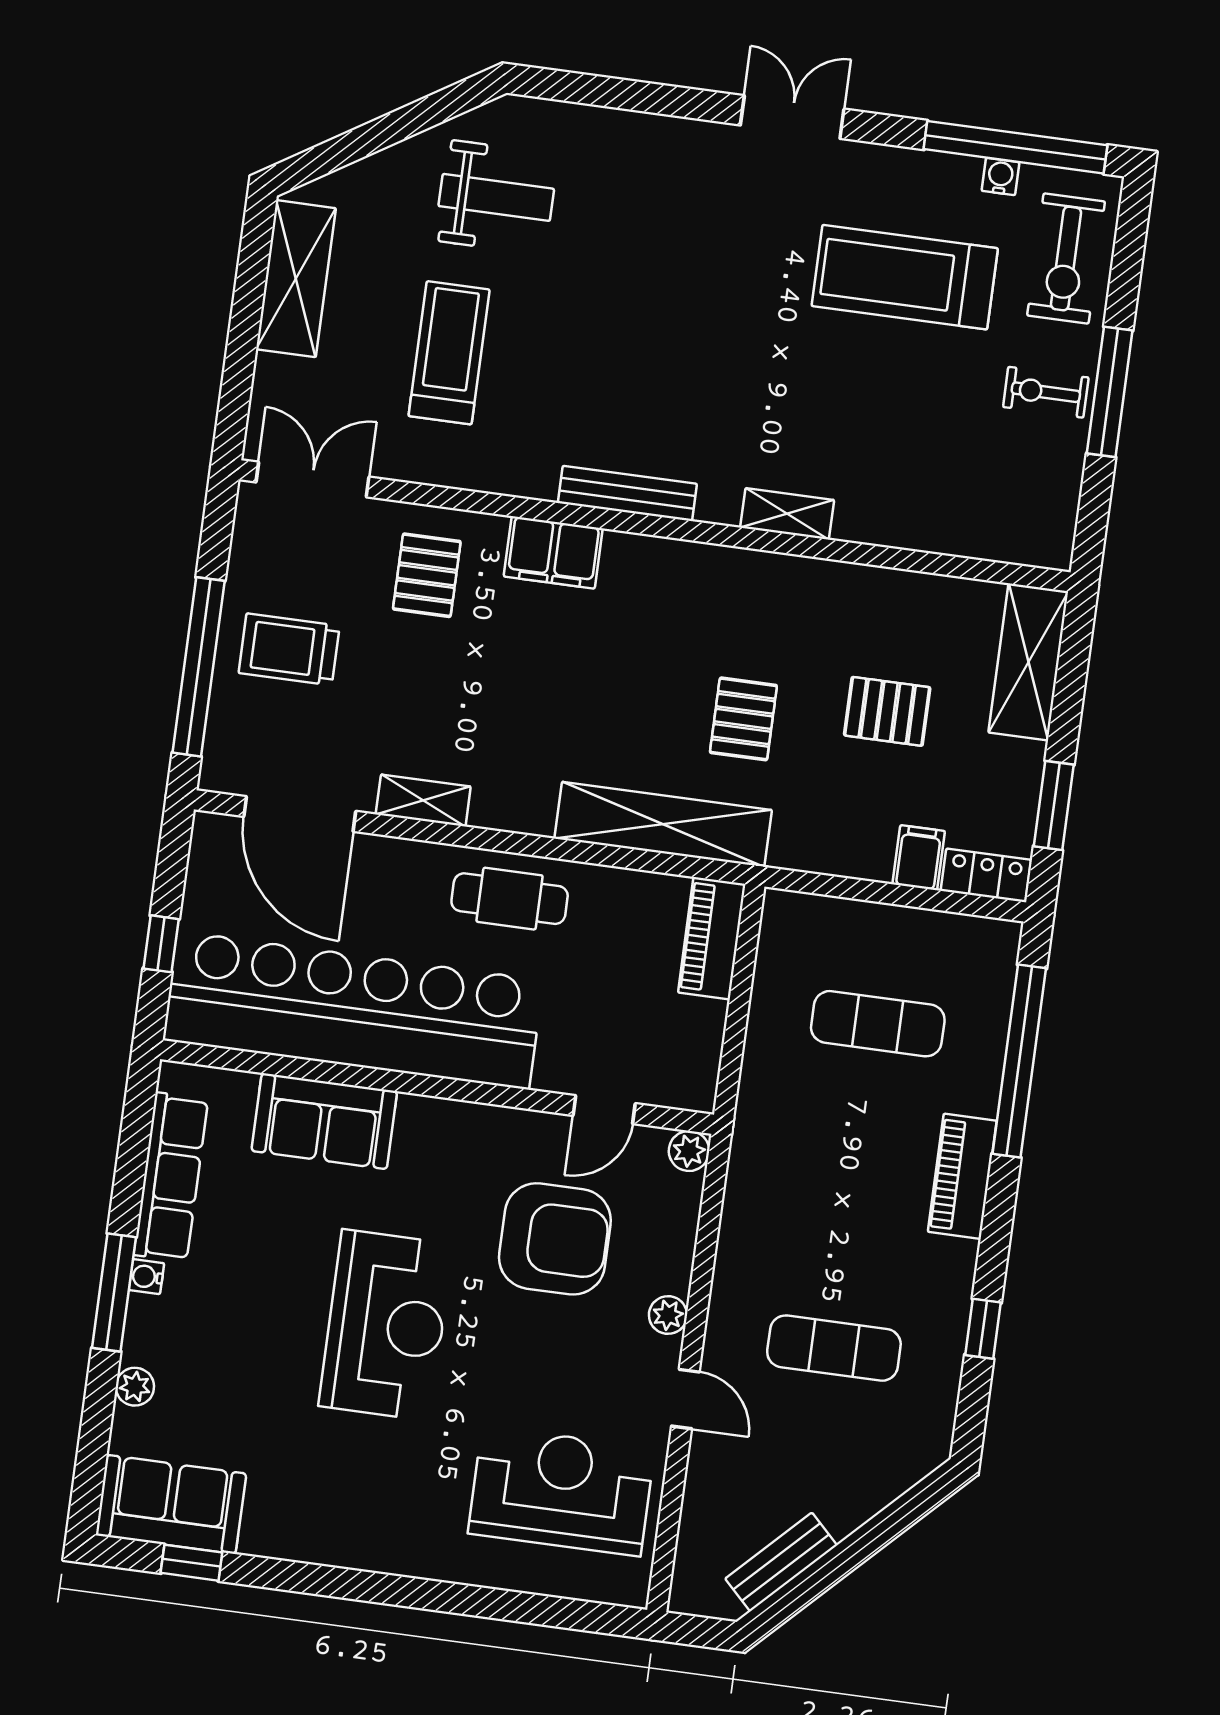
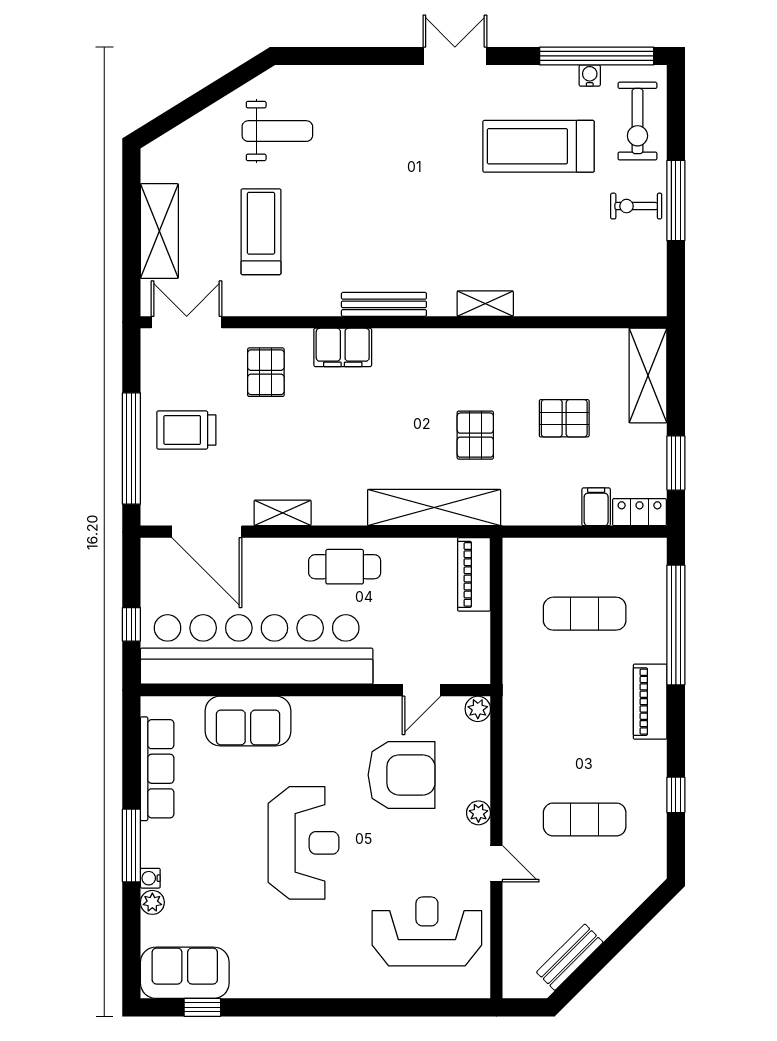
shelving: (296, 279) -> (159, 231), moved
water cooler: (146, 1277) -> (150, 878), moved

